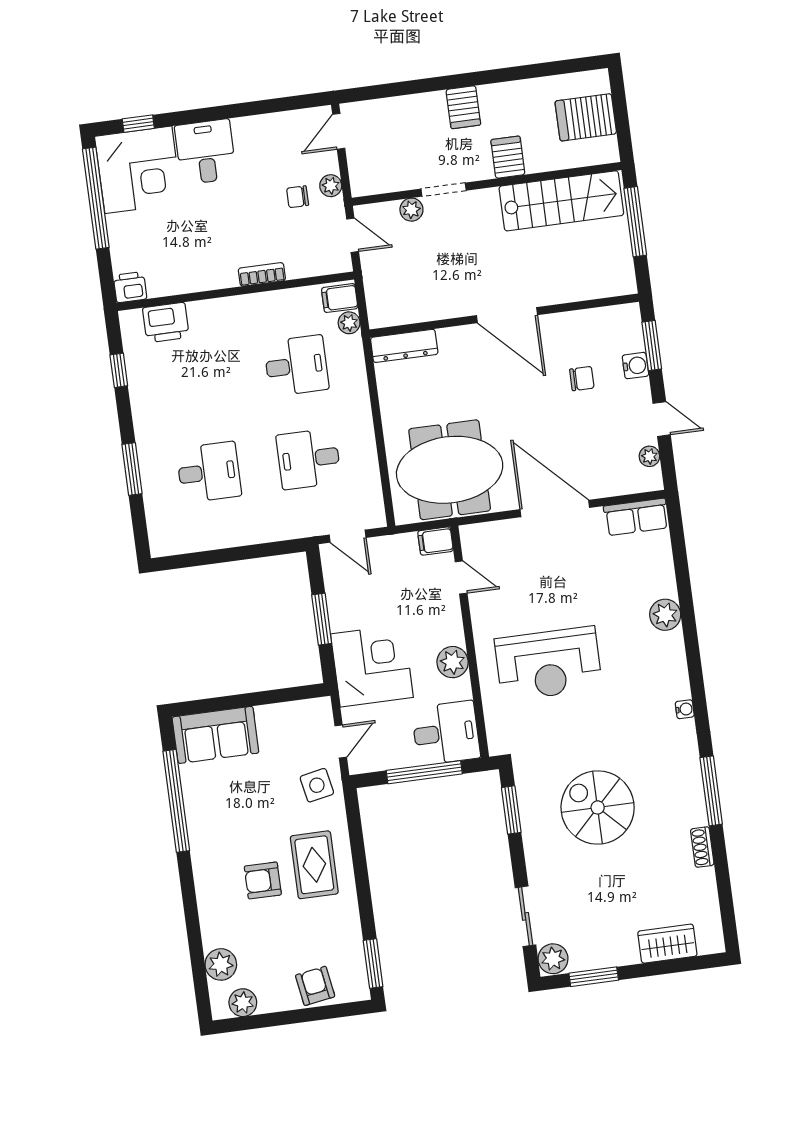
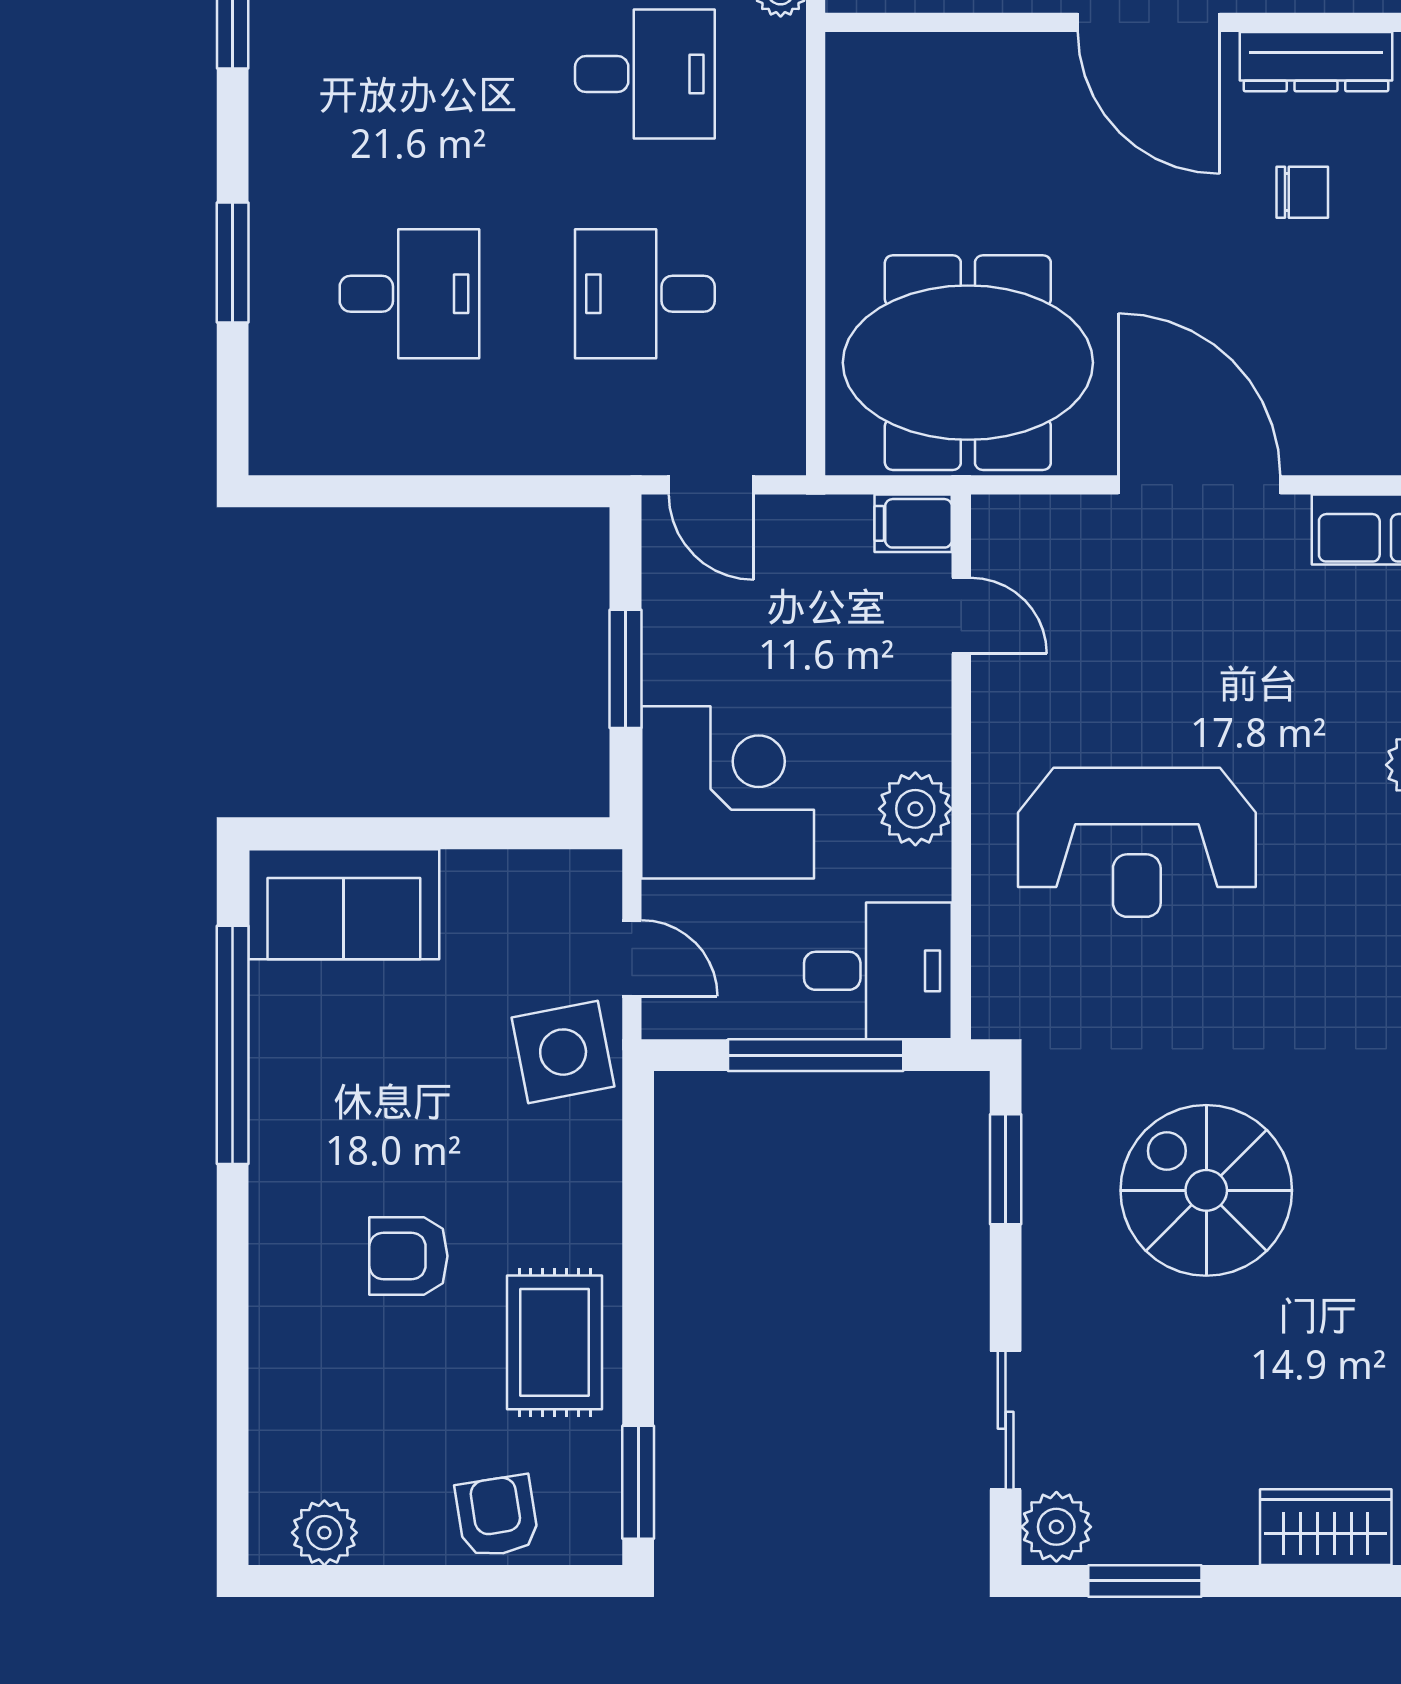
dresser: (404, 346) -> (1316, 62), moved
door: (341, 741) -> (632, 958), hinge flipped
side table: (317, 785) -> (563, 1052), width x1.37, depth x1.37
rug: (314, 865) -> (555, 1342), moved
plant: (221, 964) -> (285, 1437), removed

